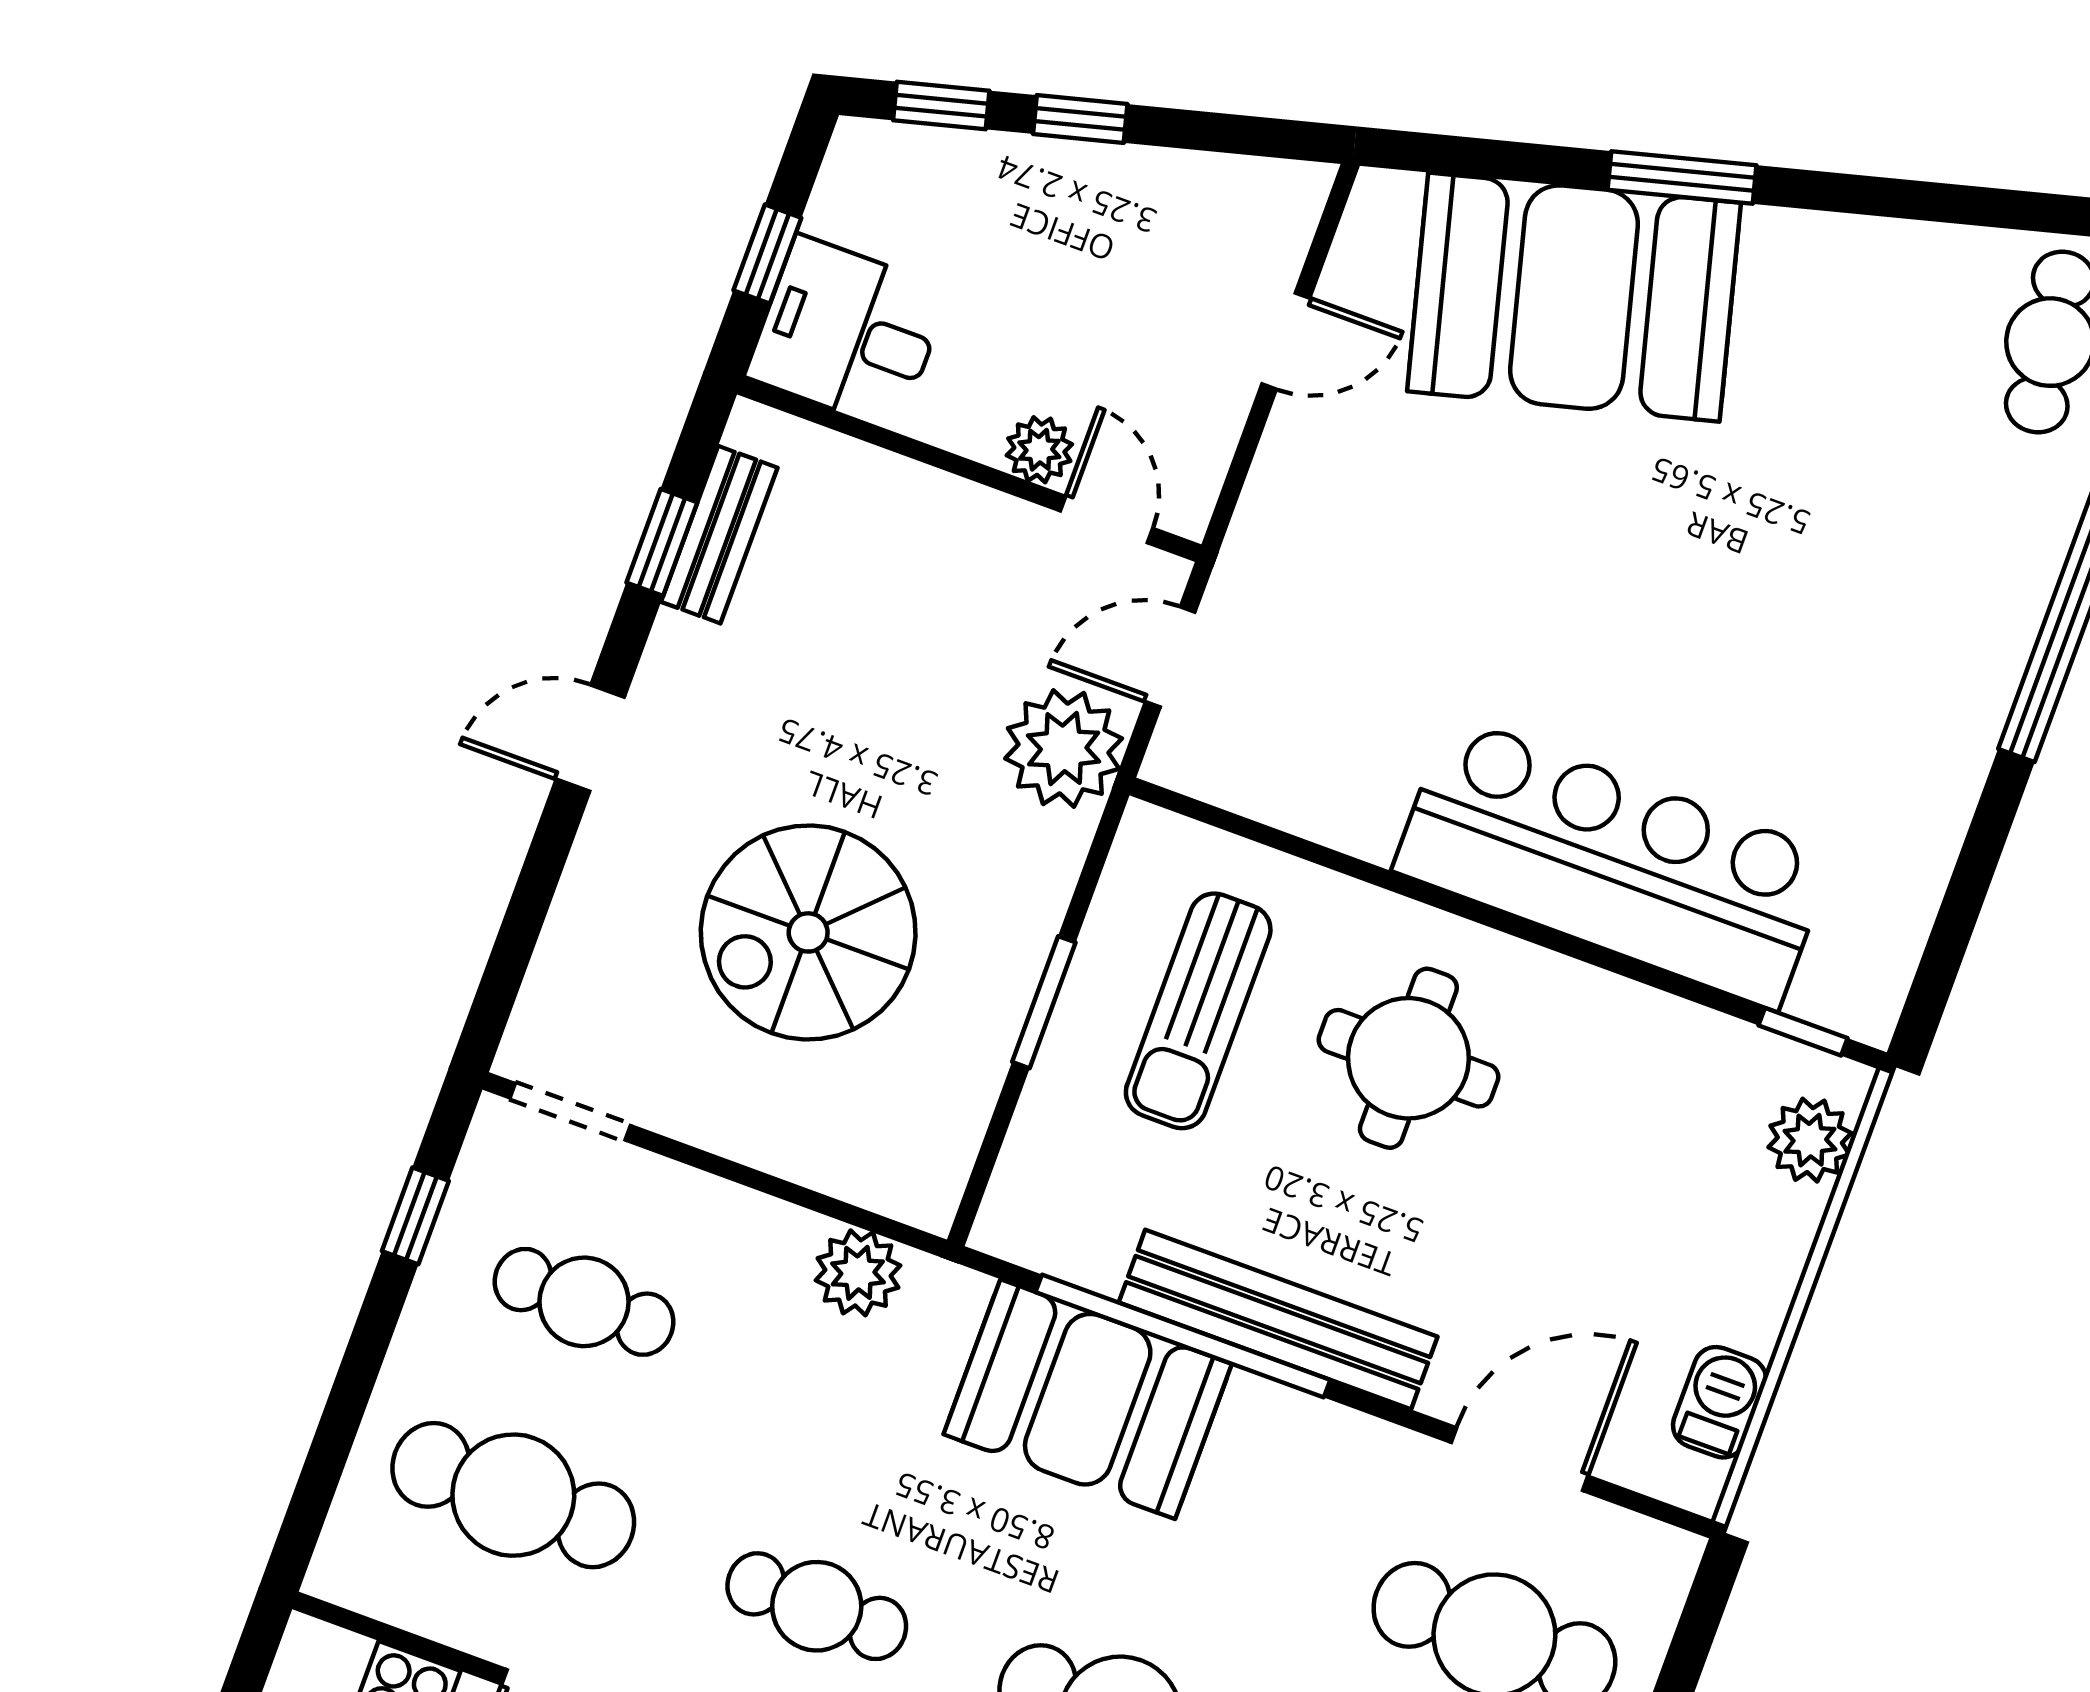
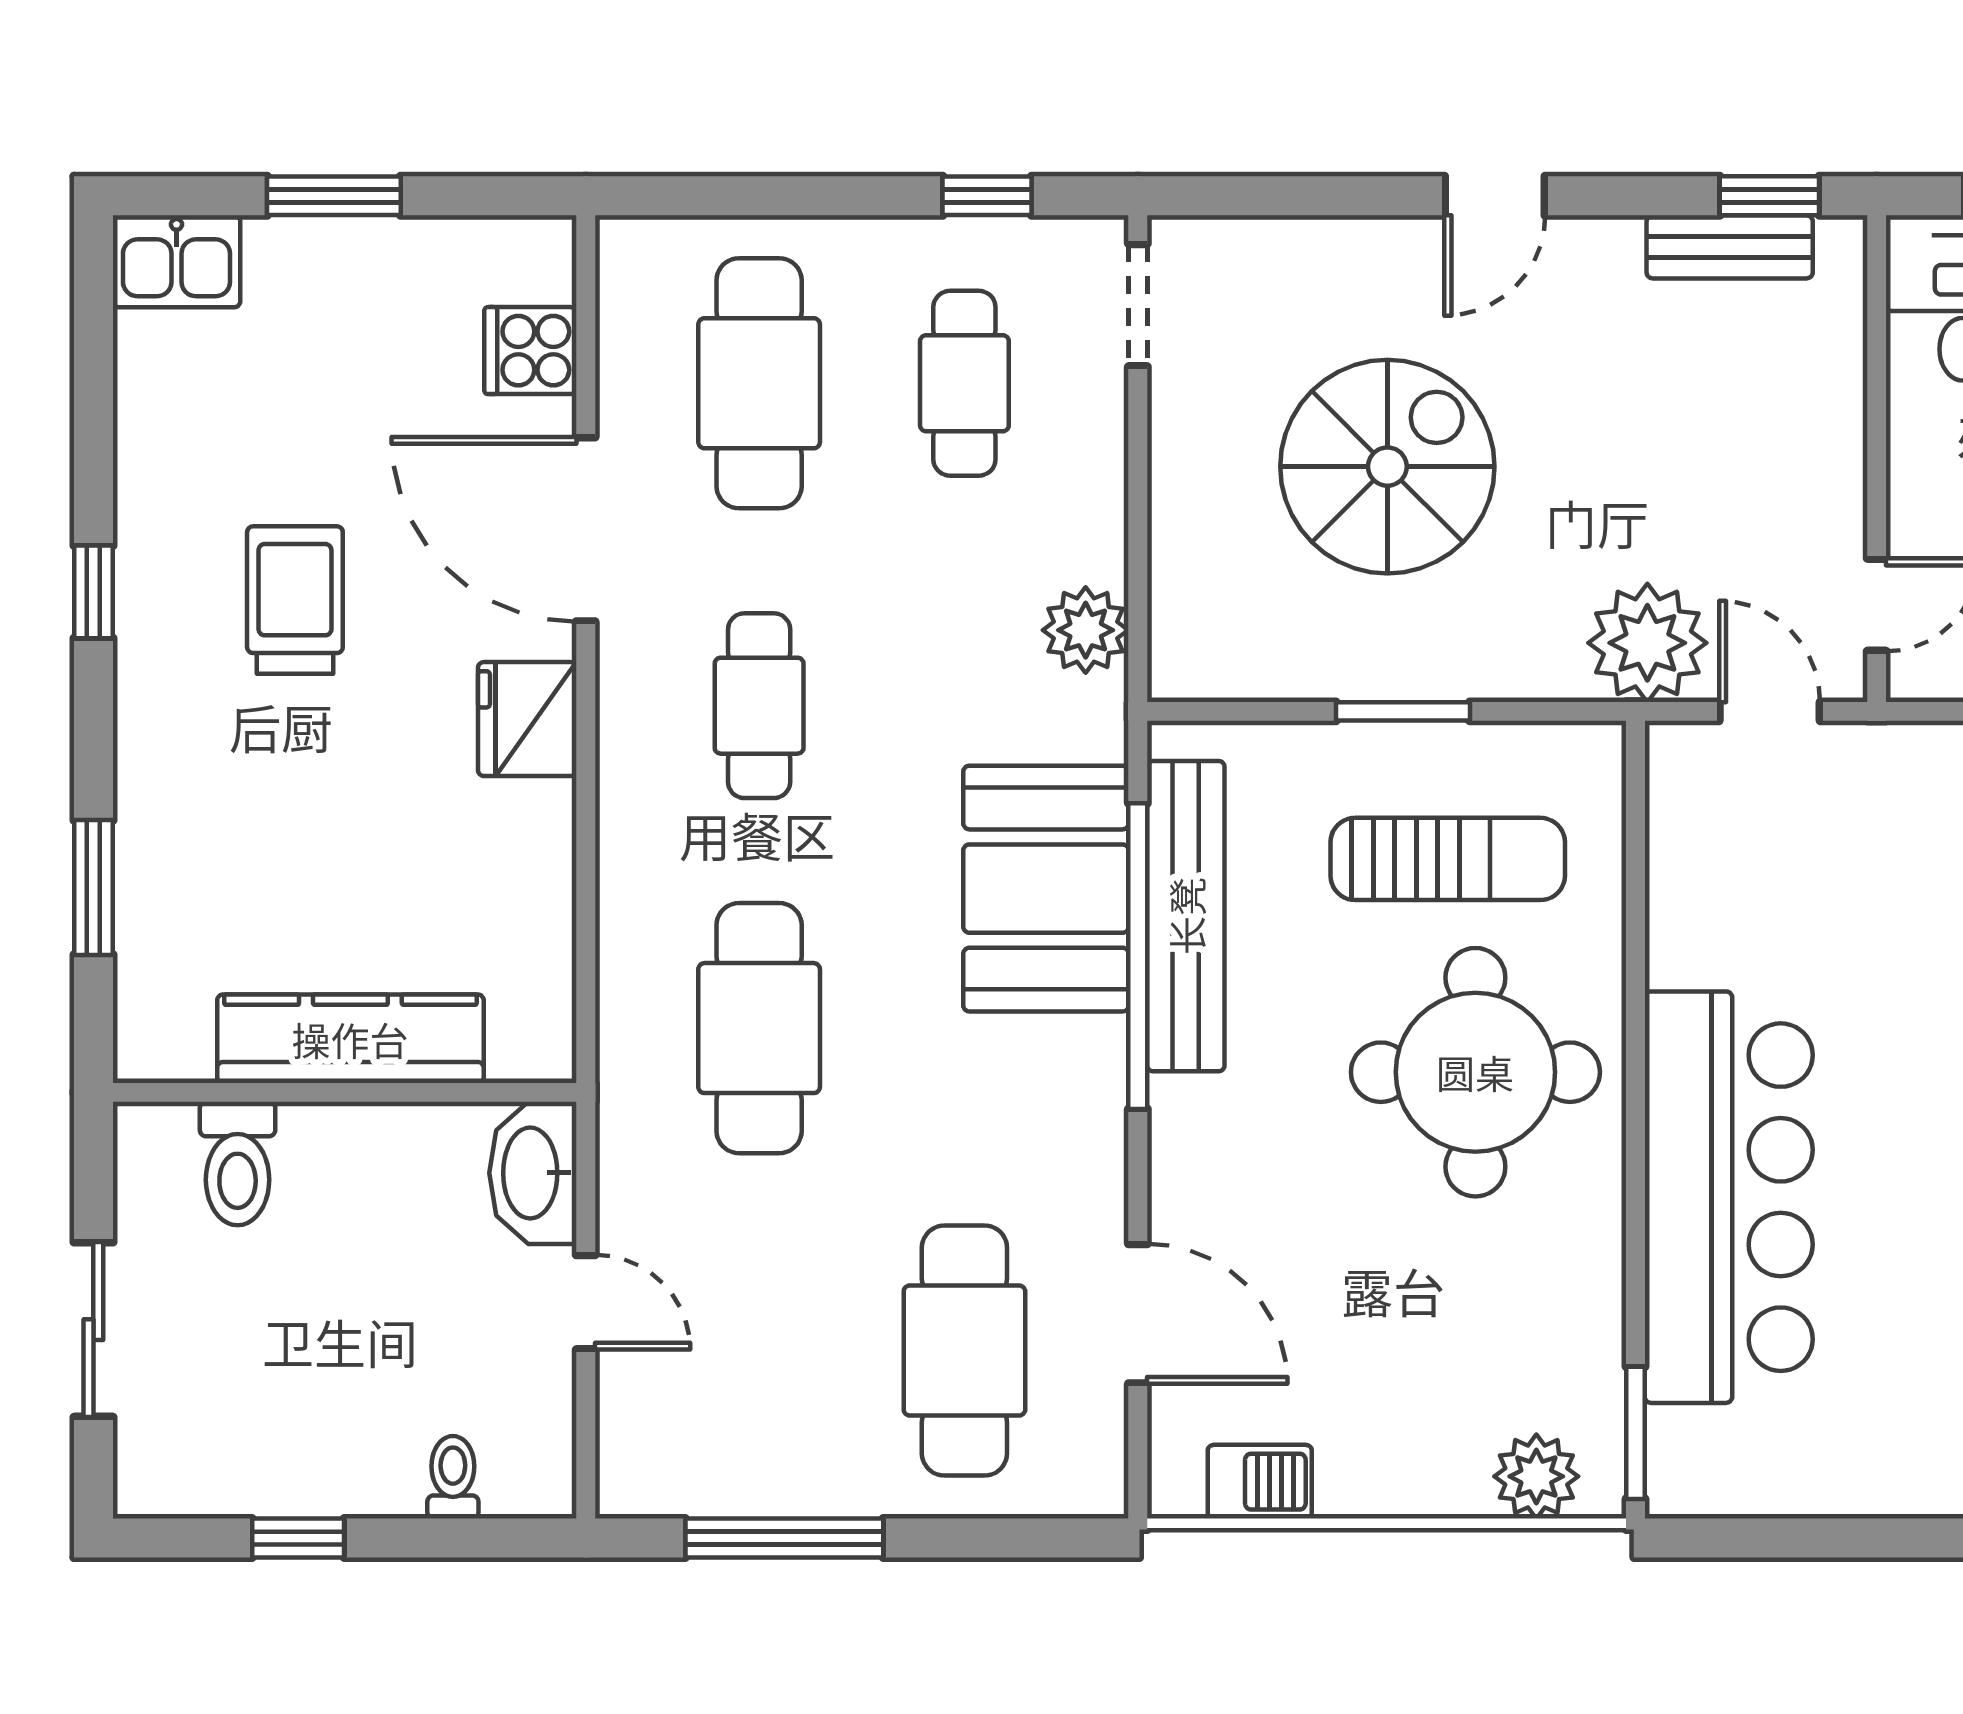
plant: (1039, 450) -> (1919, 518), removed
window: (662, 542) -> (1769, 196), moved
door: (590, 738) -> (1495, 196), swing flipped
spiral stairs: (808, 932) -> (1387, 467), turned 90
sun lounger: (1198, 1011) -> (1448, 859), turned 180
window: (1803, 1032) -> (1636, 1433), width x1.50
round table: (1408, 1058) -> (1475, 1072), width x1.36, depth x1.36
bench: (1278, 1320) -> (1186, 916), moved

